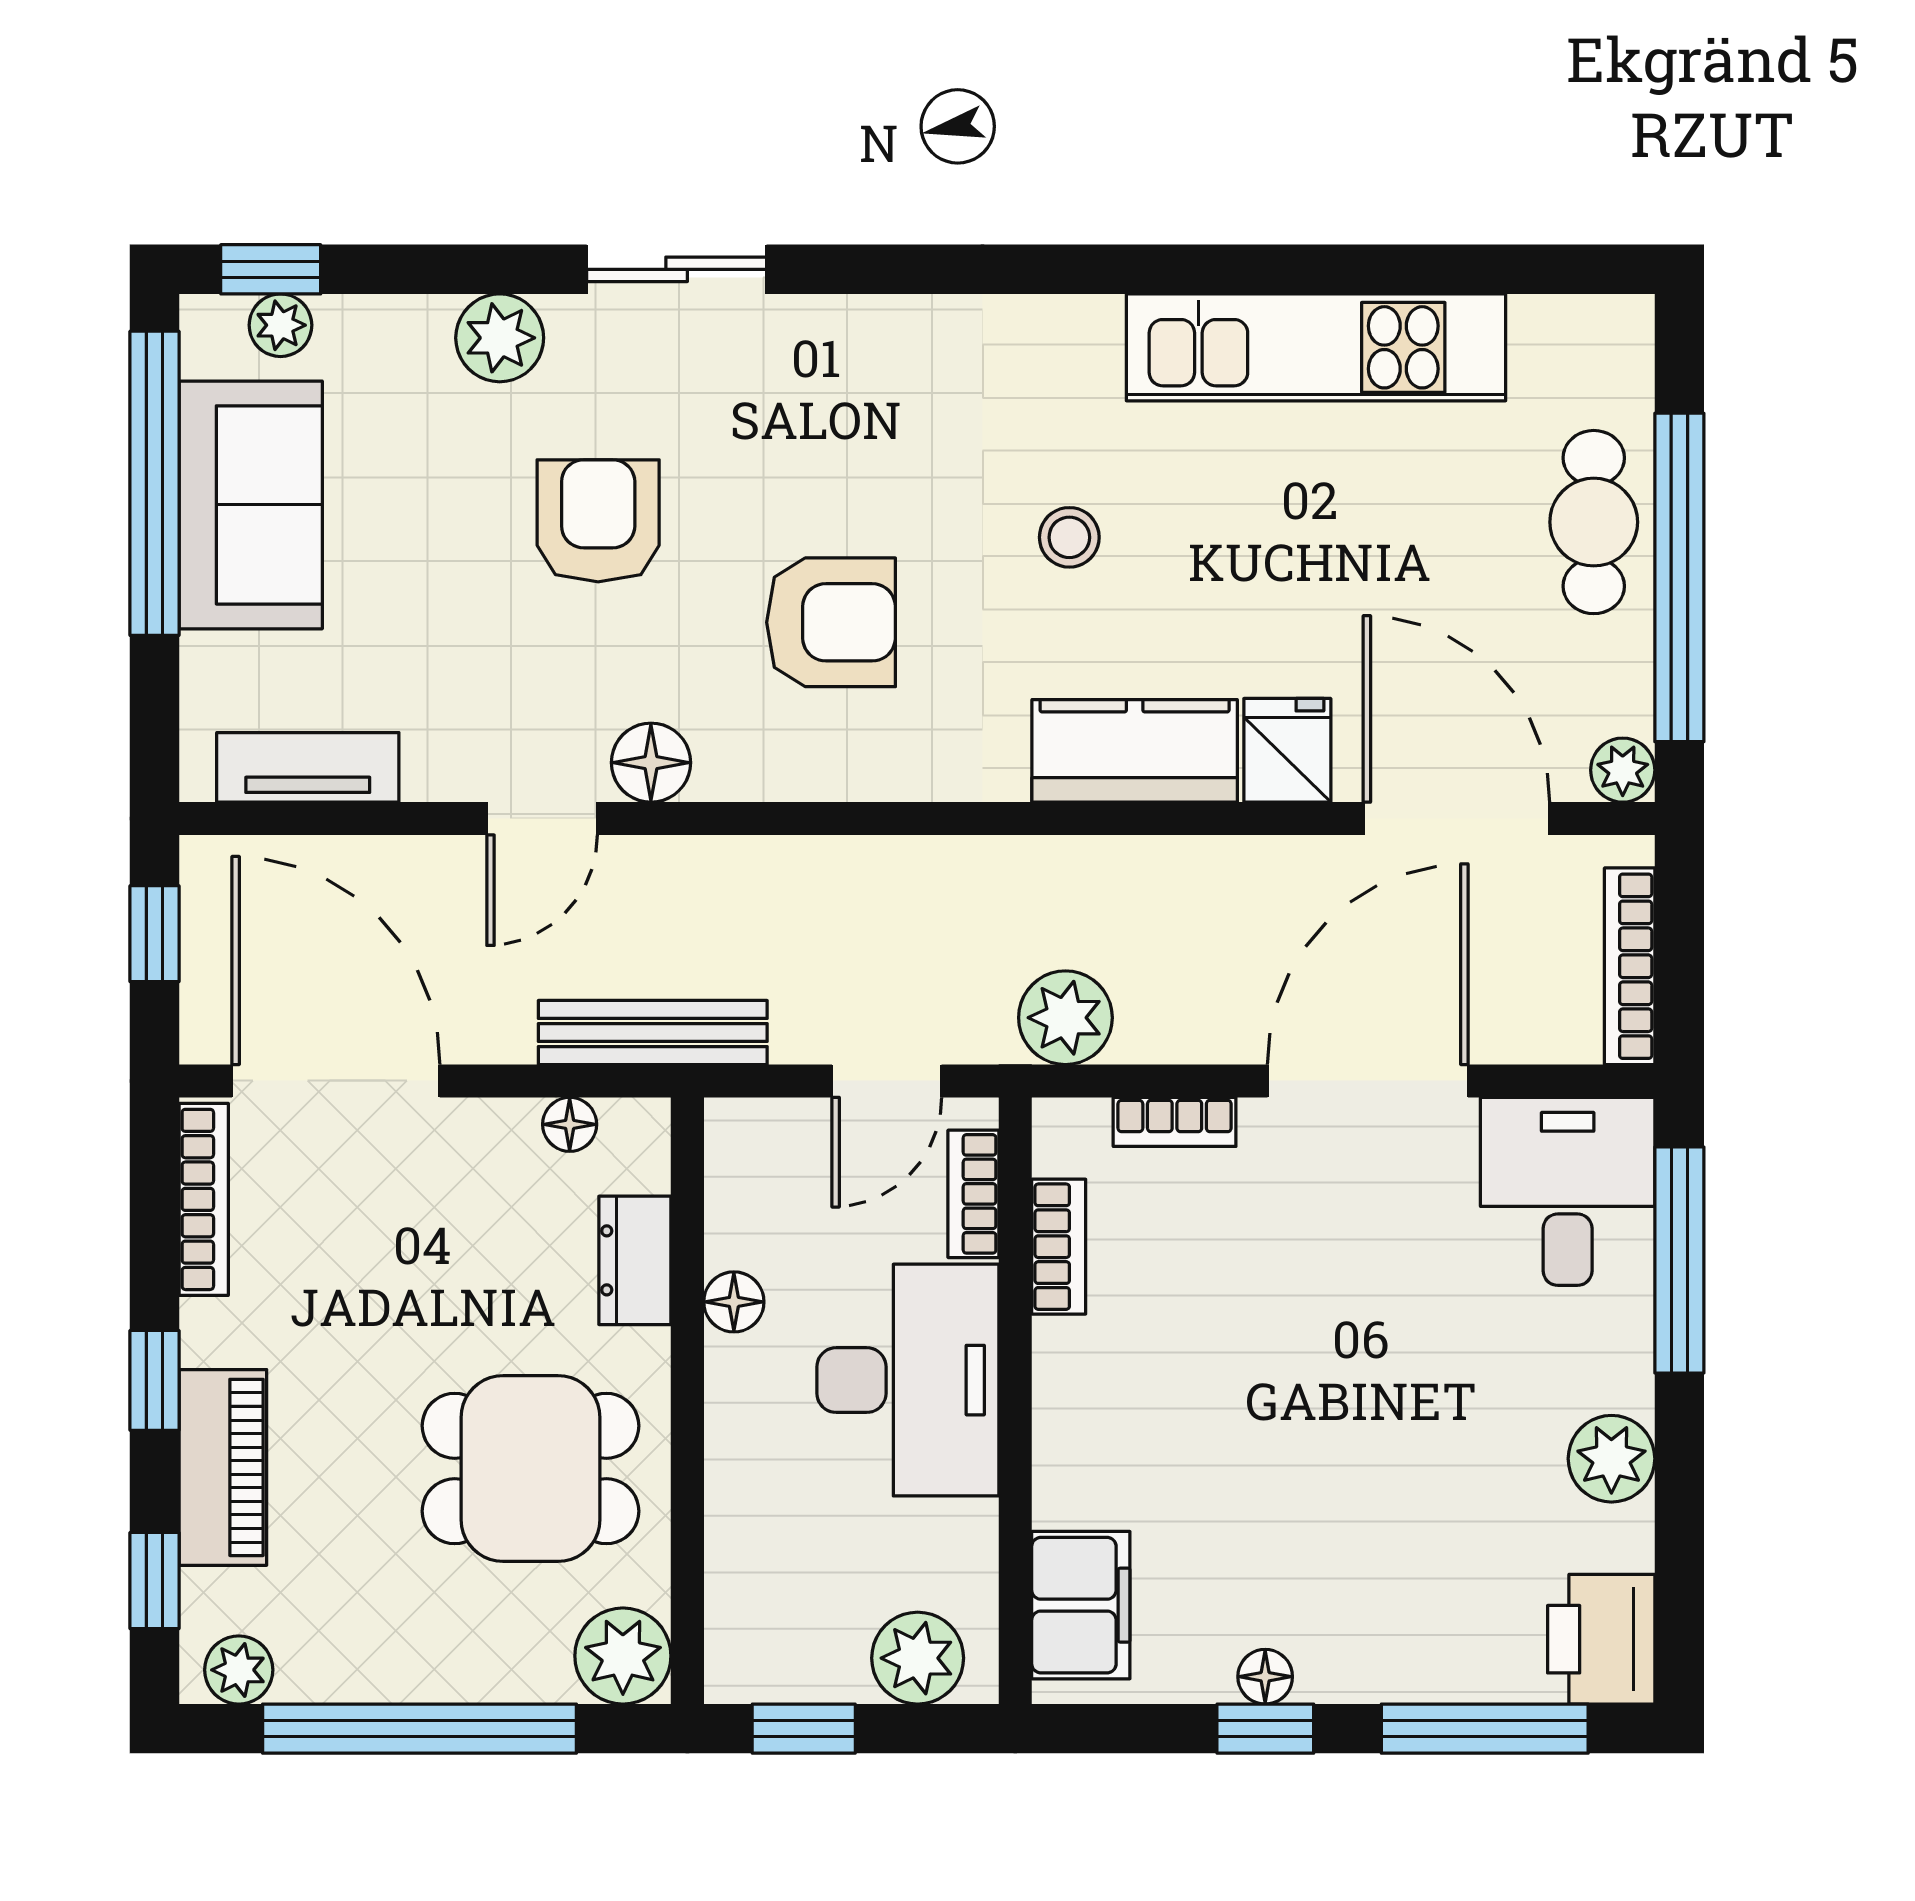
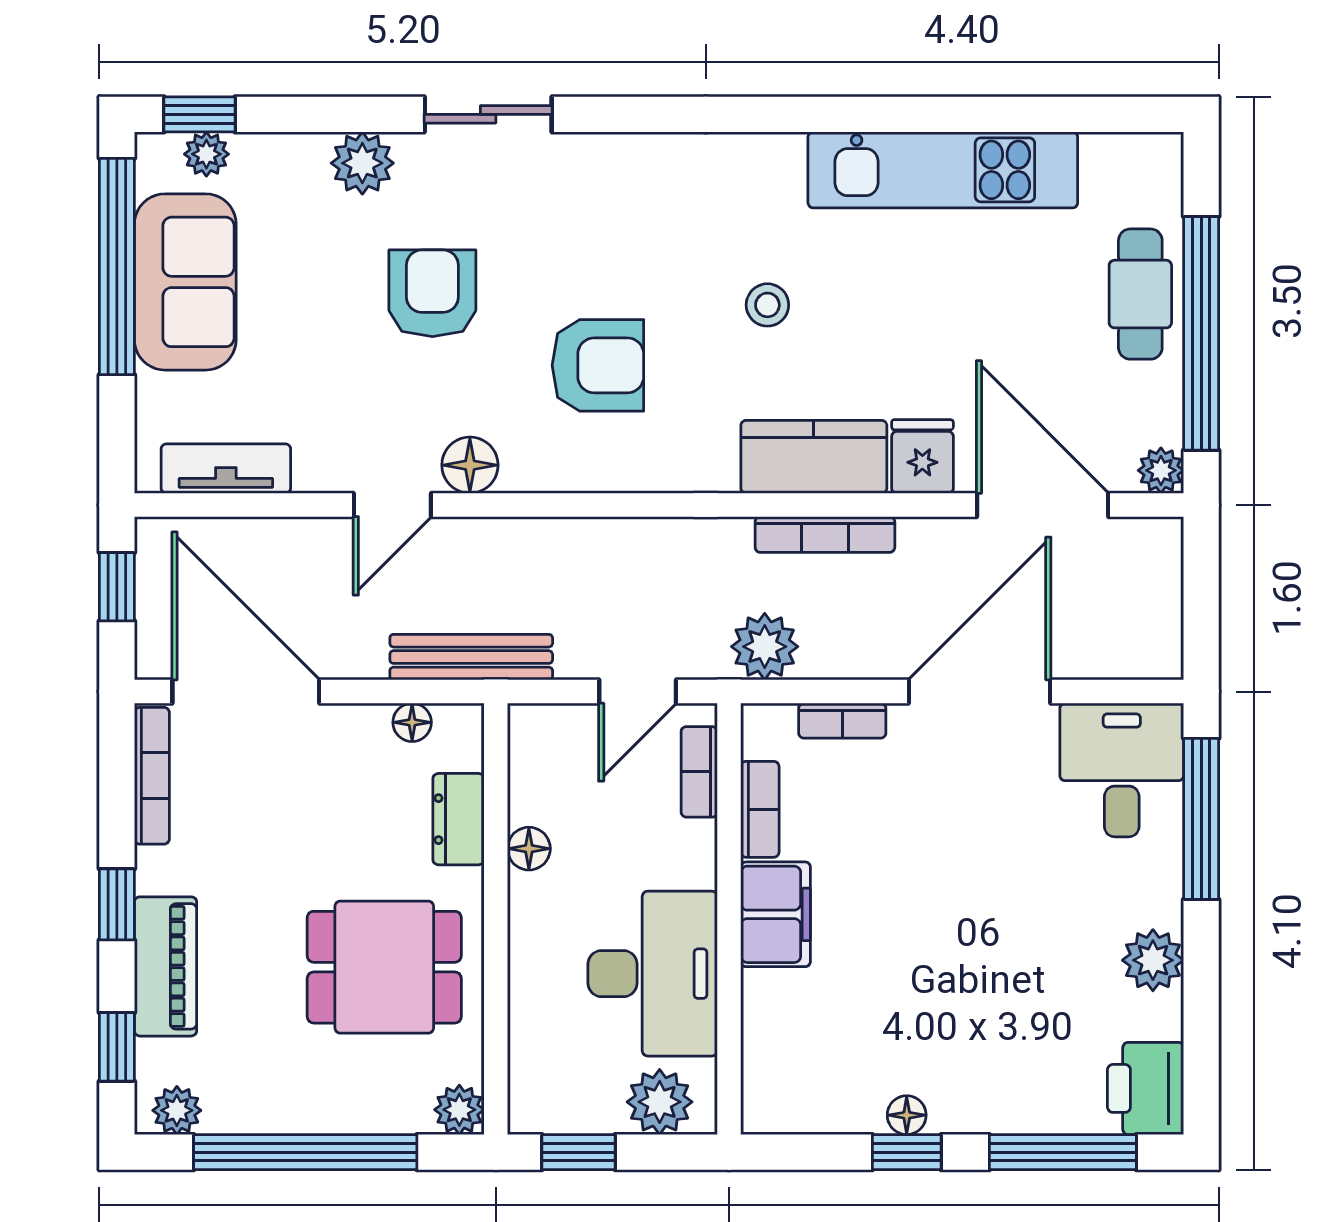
bookcase: (1630, 966) -> (825, 535), moved, turned -90
desk: (908, 1380) -> (653, 974), moved
filing cabinet: (1081, 1605) -> (776, 914), moved
plant: (623, 1656) -> (459, 1110), width x0.73, depth x0.73

